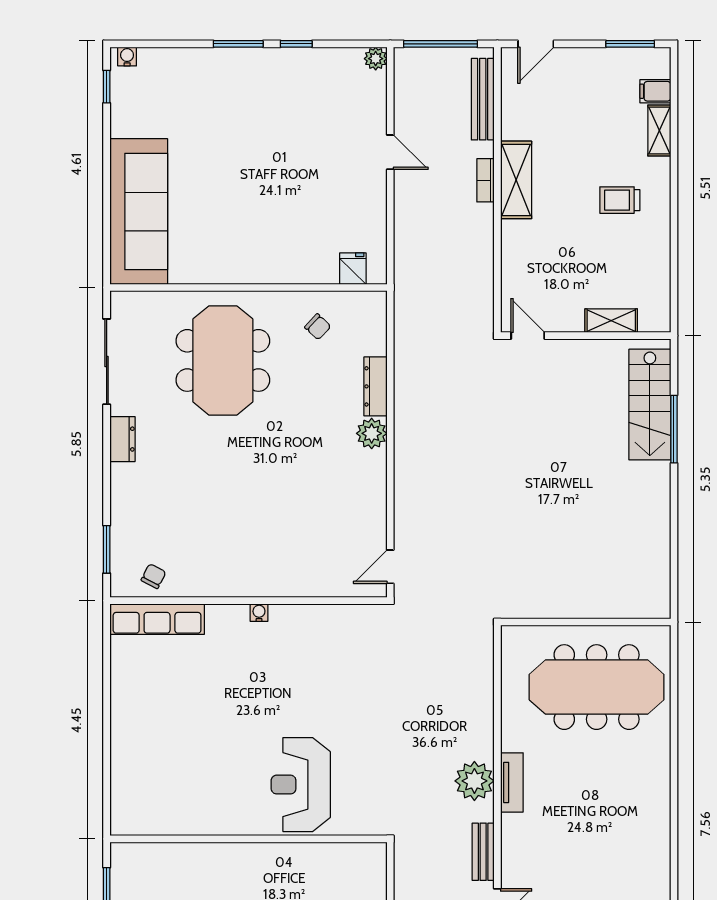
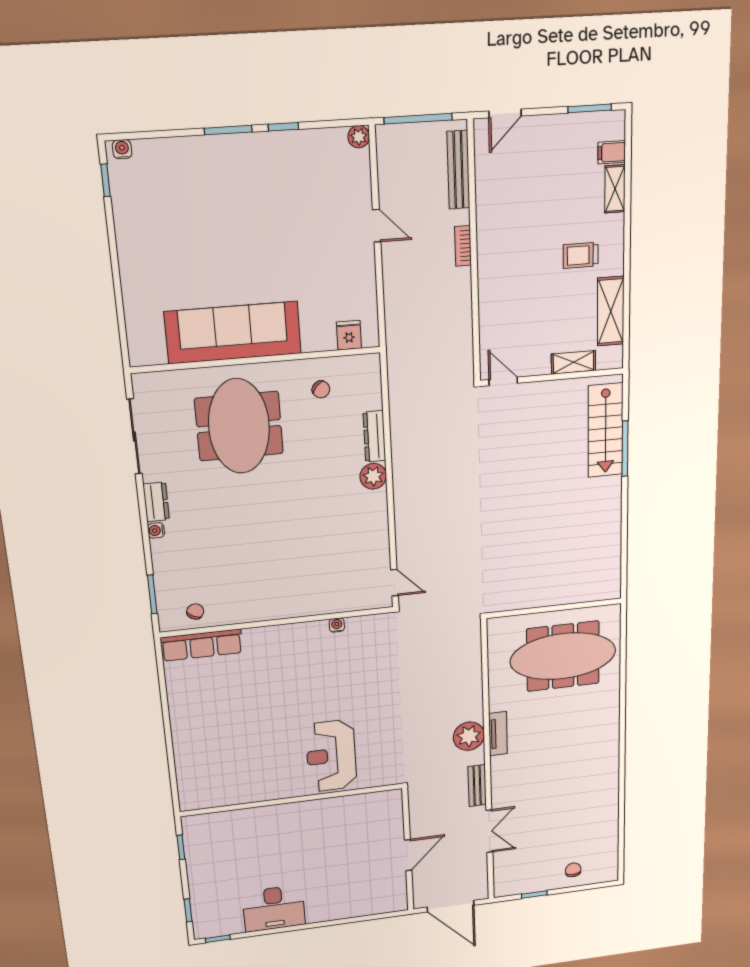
shelving: (516, 180) -> (611, 311), moved
sofa: (139, 211) -> (233, 333), moved, turned -90
water cooler: (119, 473) -> (156, 530), added
door: (390, 567) -> (394, 583), swing flipped
water cooler: (259, 613) -> (337, 625), moved

